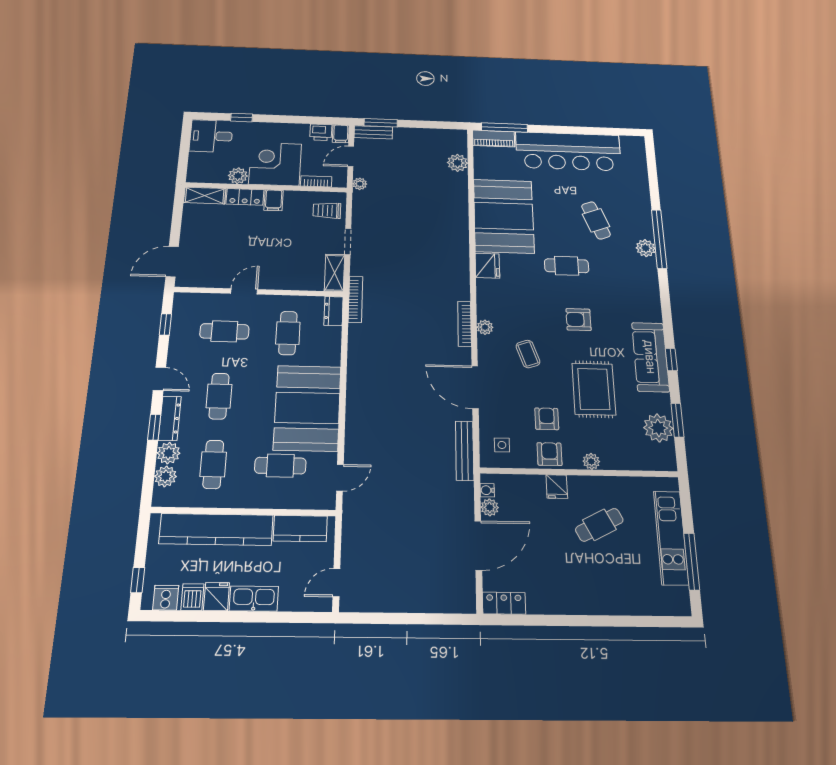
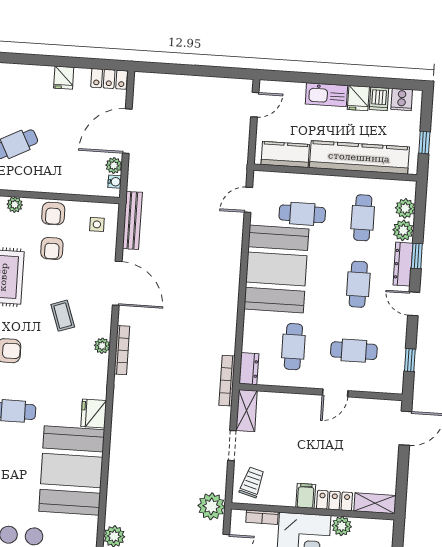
plant: (360, 184) -> (211, 506), width x1.87, depth x1.87
trolley: (327, 210) -> (252, 482), turned -74
fridge: (557, 487) -> (64, 78), moved, turned 180
window: (138, 580) -> (424, 142), moved

